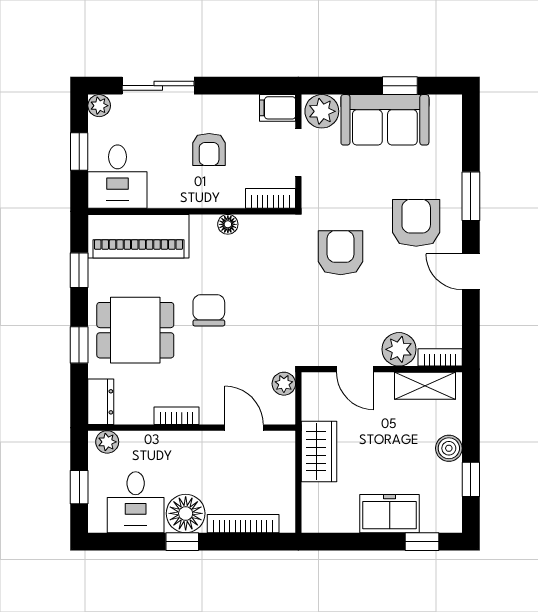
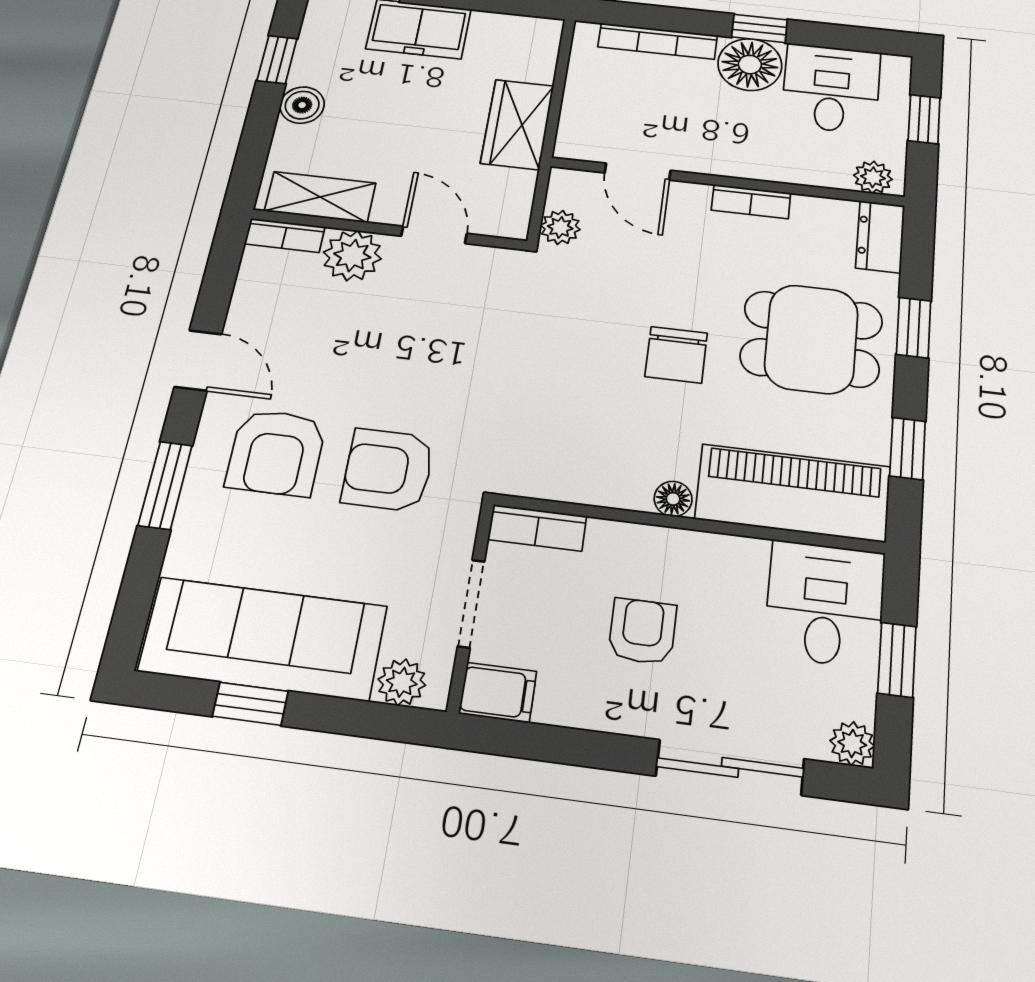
plant: (322, 111) -> (402, 682), width x0.73, depth x0.73
sofa: (385, 120) -> (263, 639), width x1.36
floor lamp: (228, 224) -> (673, 499), moved
armchair: (341, 253) -> (388, 470), moved, turned 90

